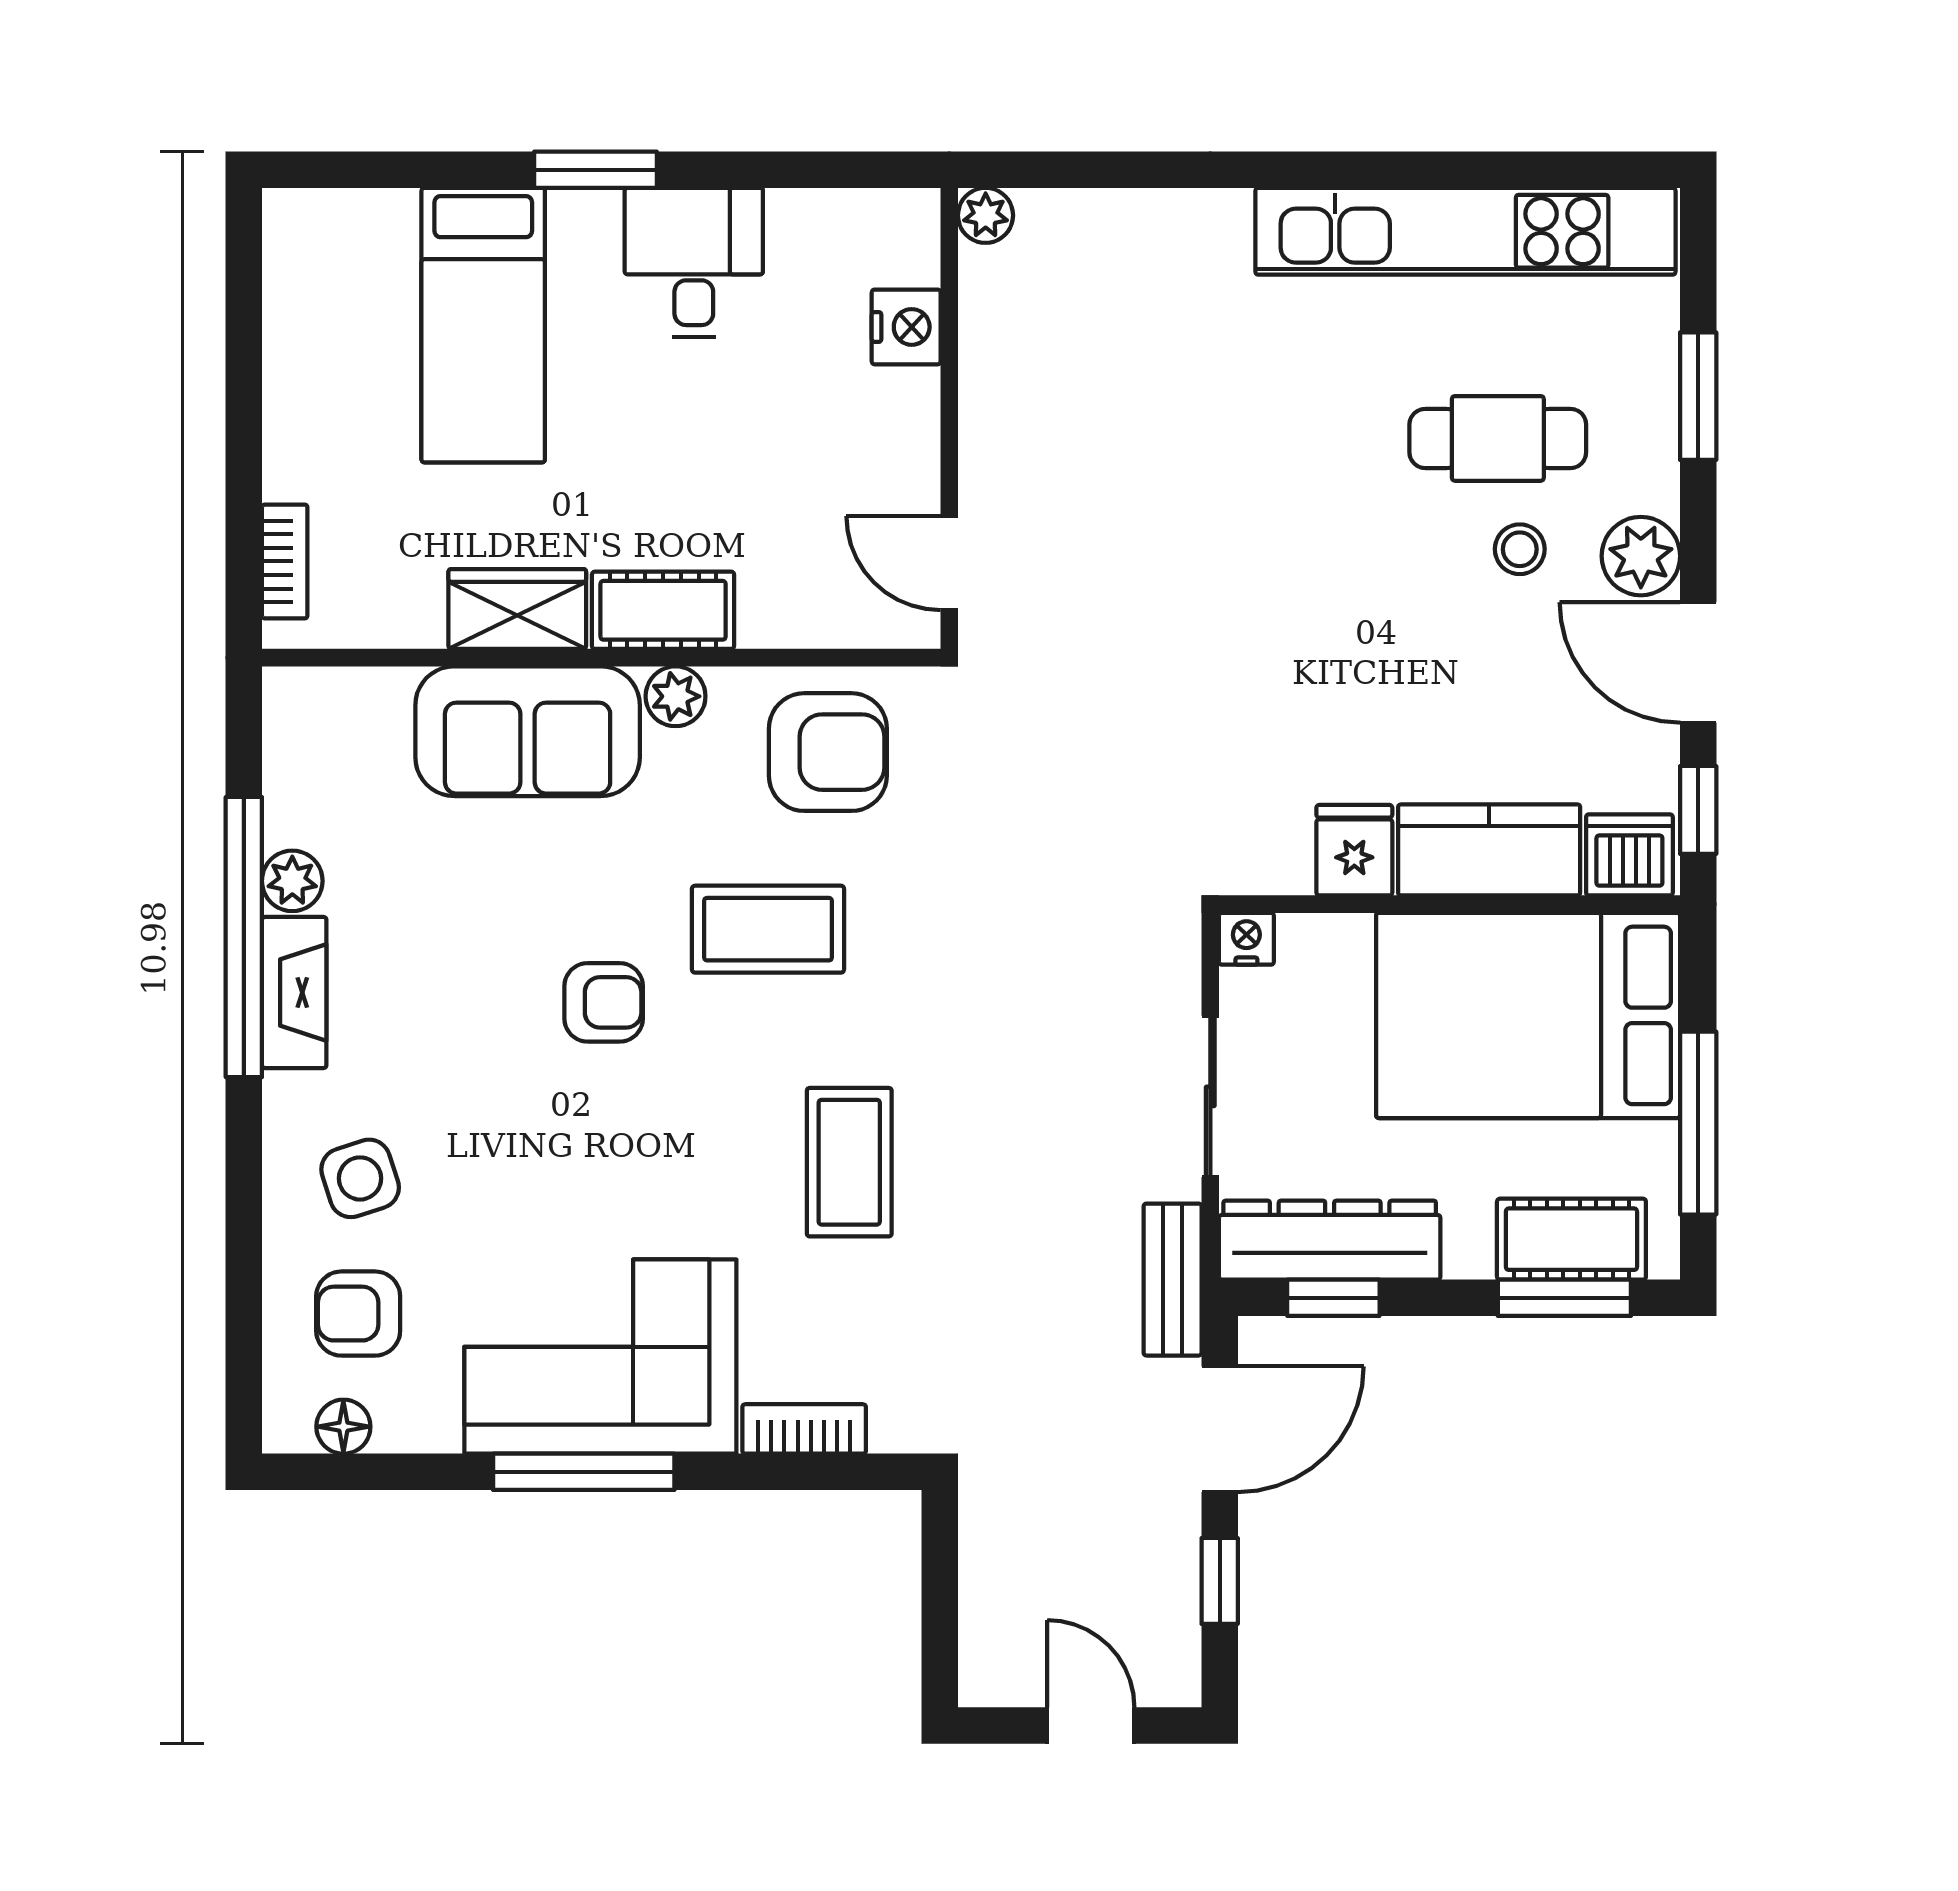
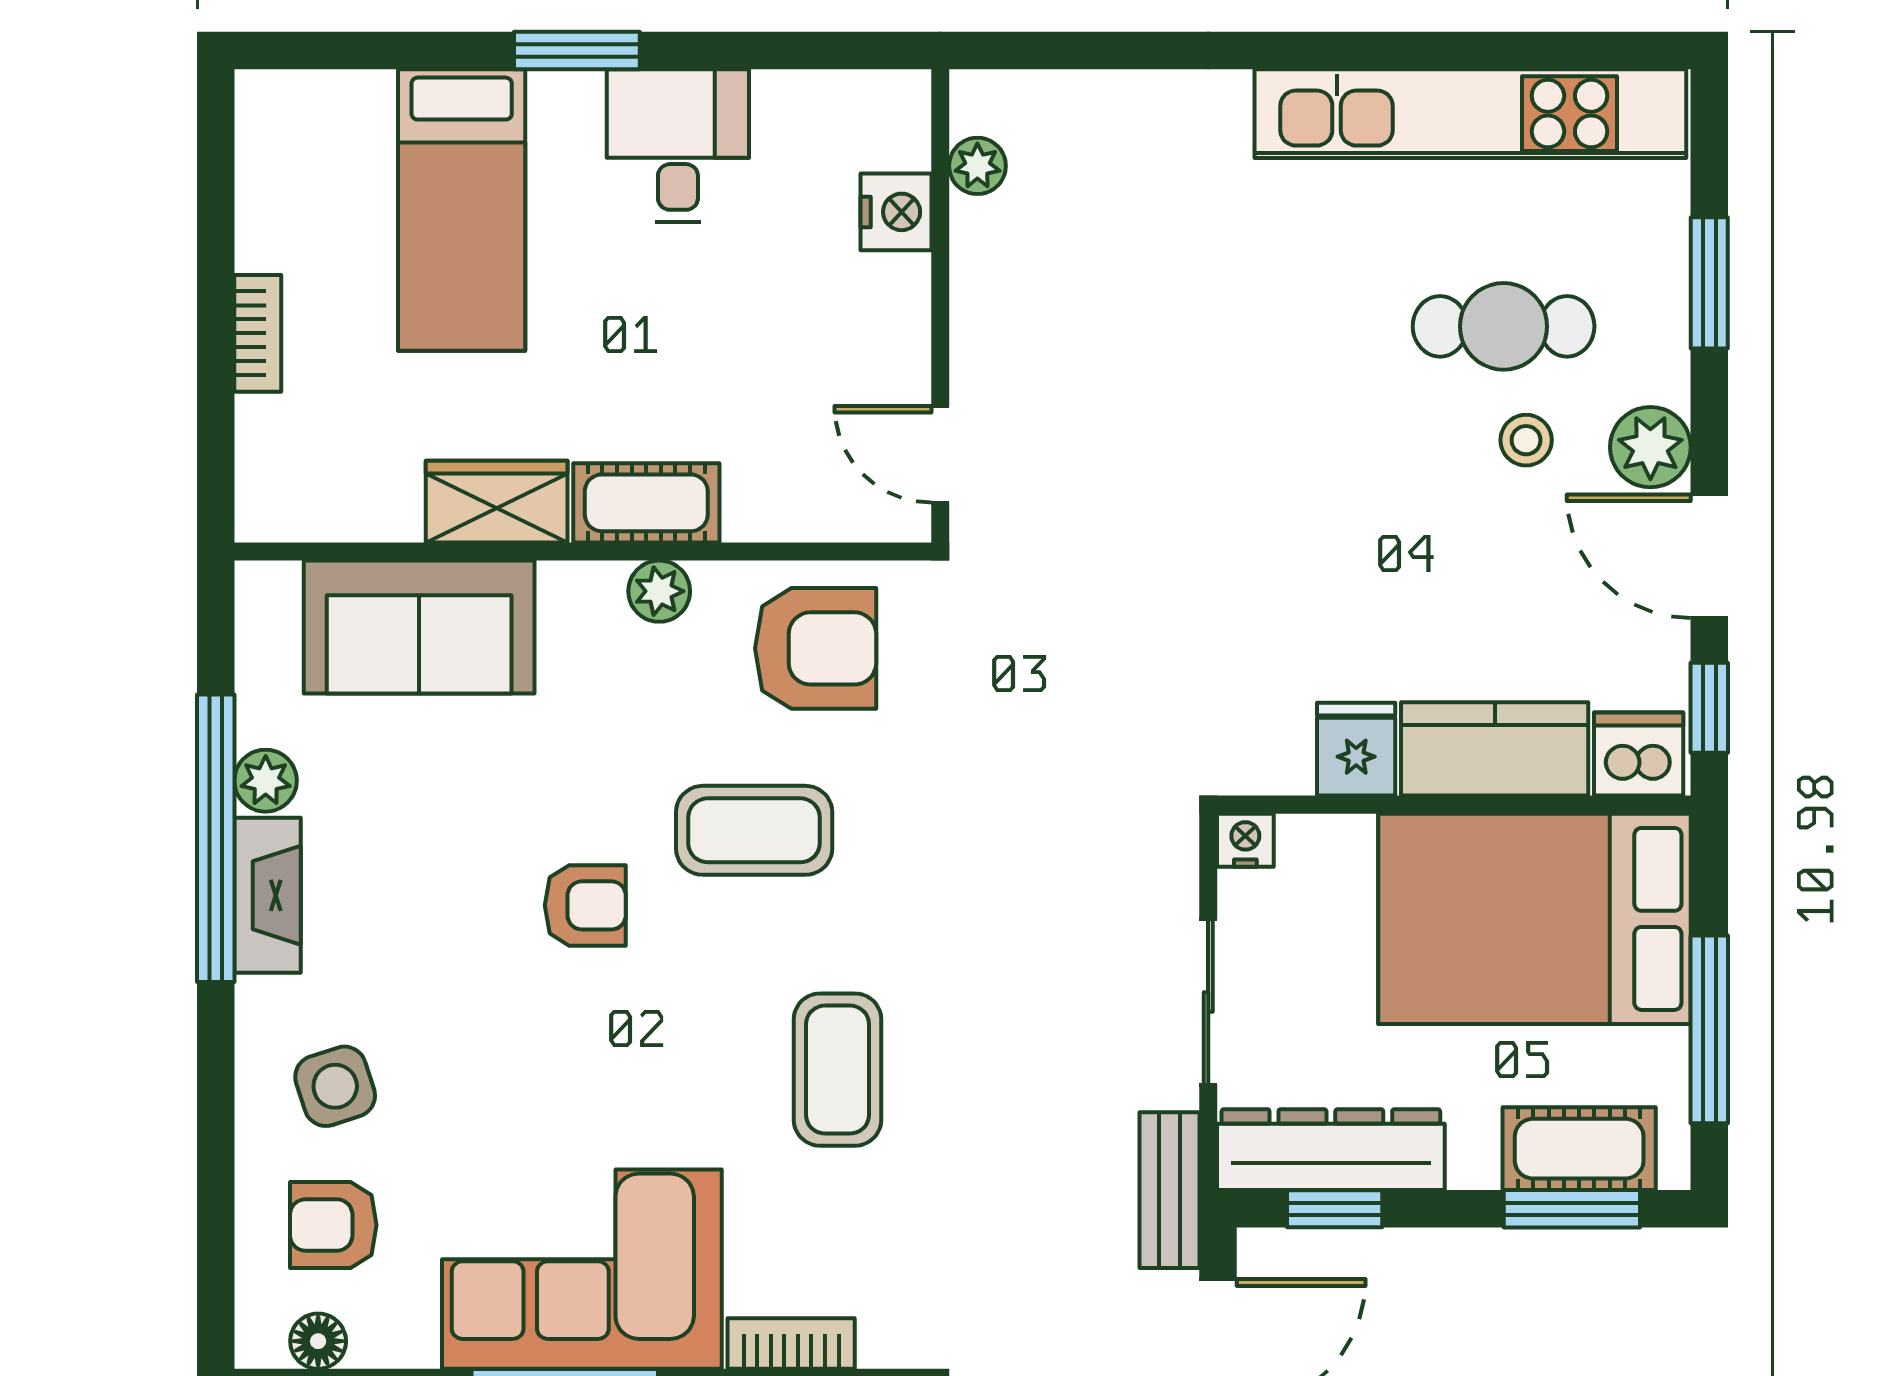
plant: (986, 215) -> (977, 166), moved
bookcase: (285, 561) -> (258, 333), moved
sofa: (528, 731) -> (419, 627), moved

